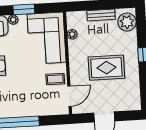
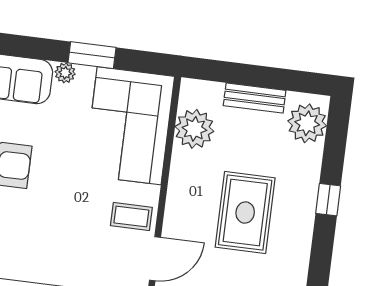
plant: (72, 34) -> (194, 129), width x1.88, depth x1.88
rug: (106, 68) -> (245, 213), turned 90

